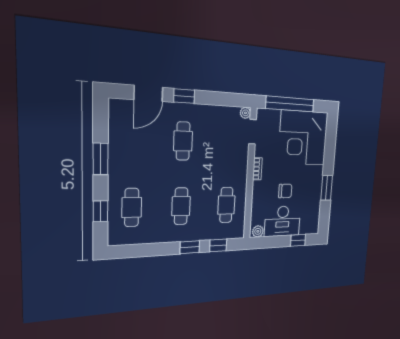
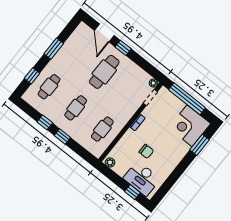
door: (148, 93) -> (104, 33), hinge flipped
corner desk: (303, 138) -> (190, 126), width x0.74, depth x0.74
cafe table: (183, 141) -> (104, 72), width x1.37, depth x1.35
window: (327, 188) -> (199, 145), moved
desk: (283, 221) -> (142, 179), moved
window: (218, 245) -> (45, 122), moved

